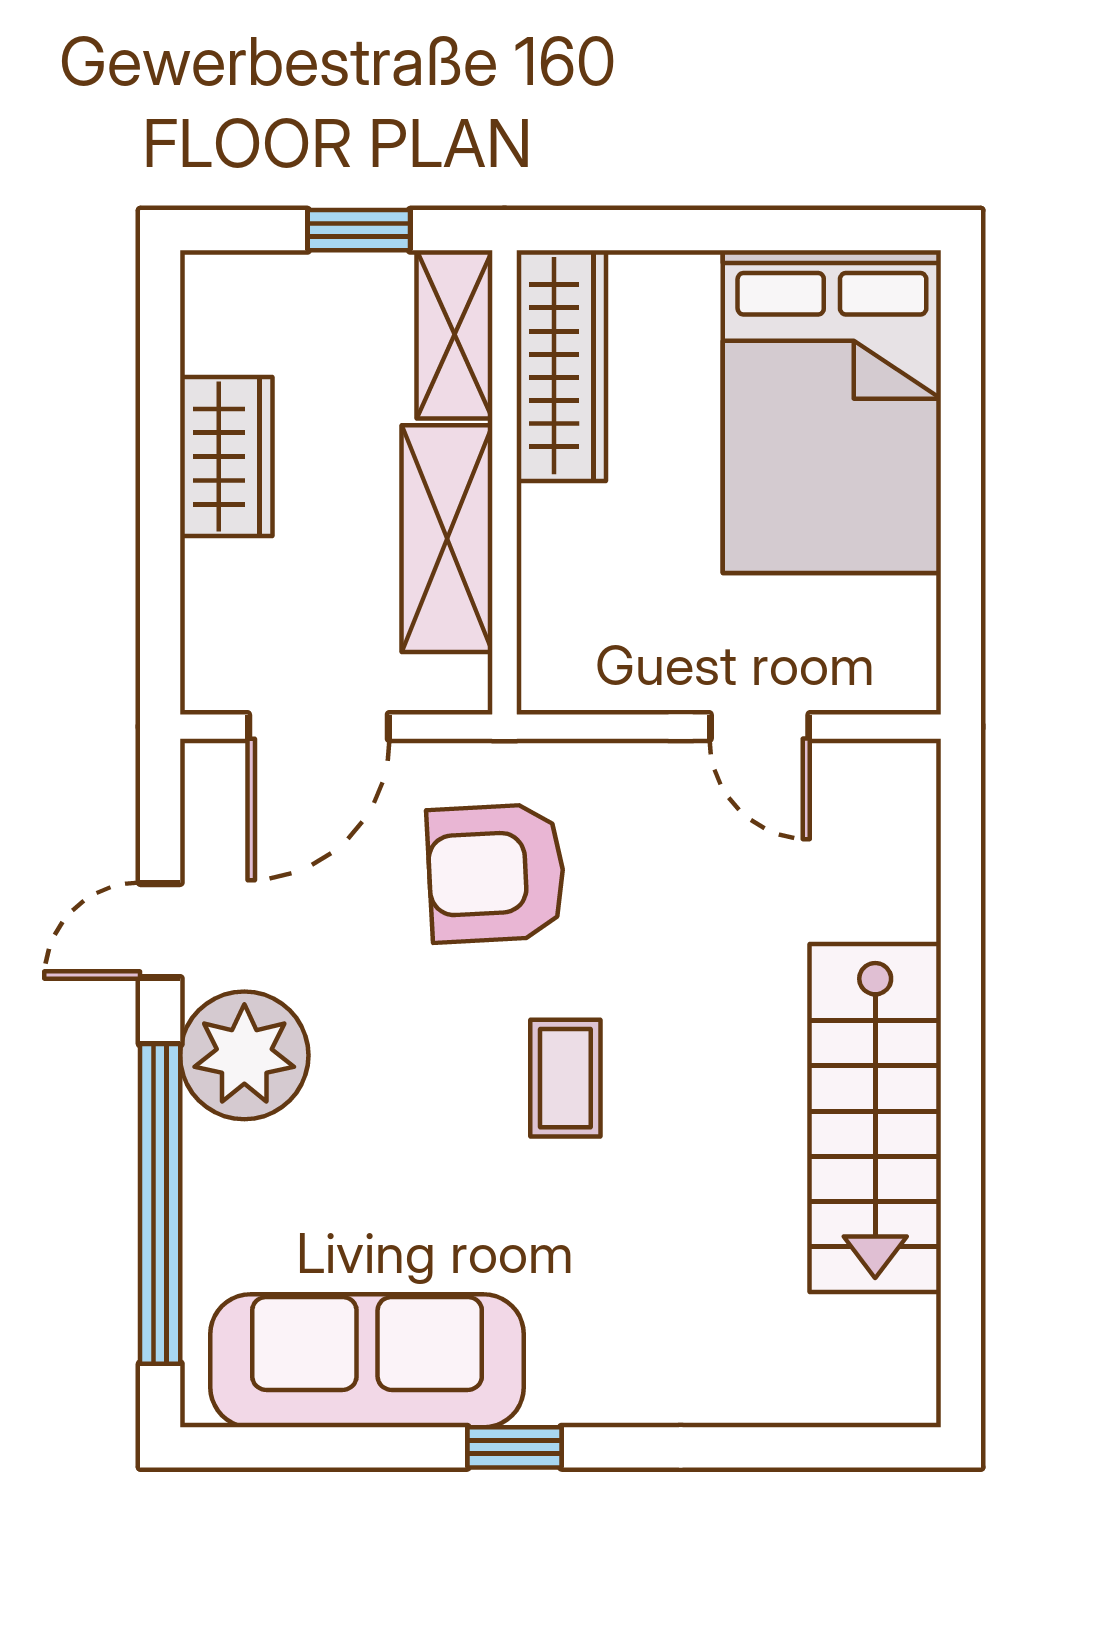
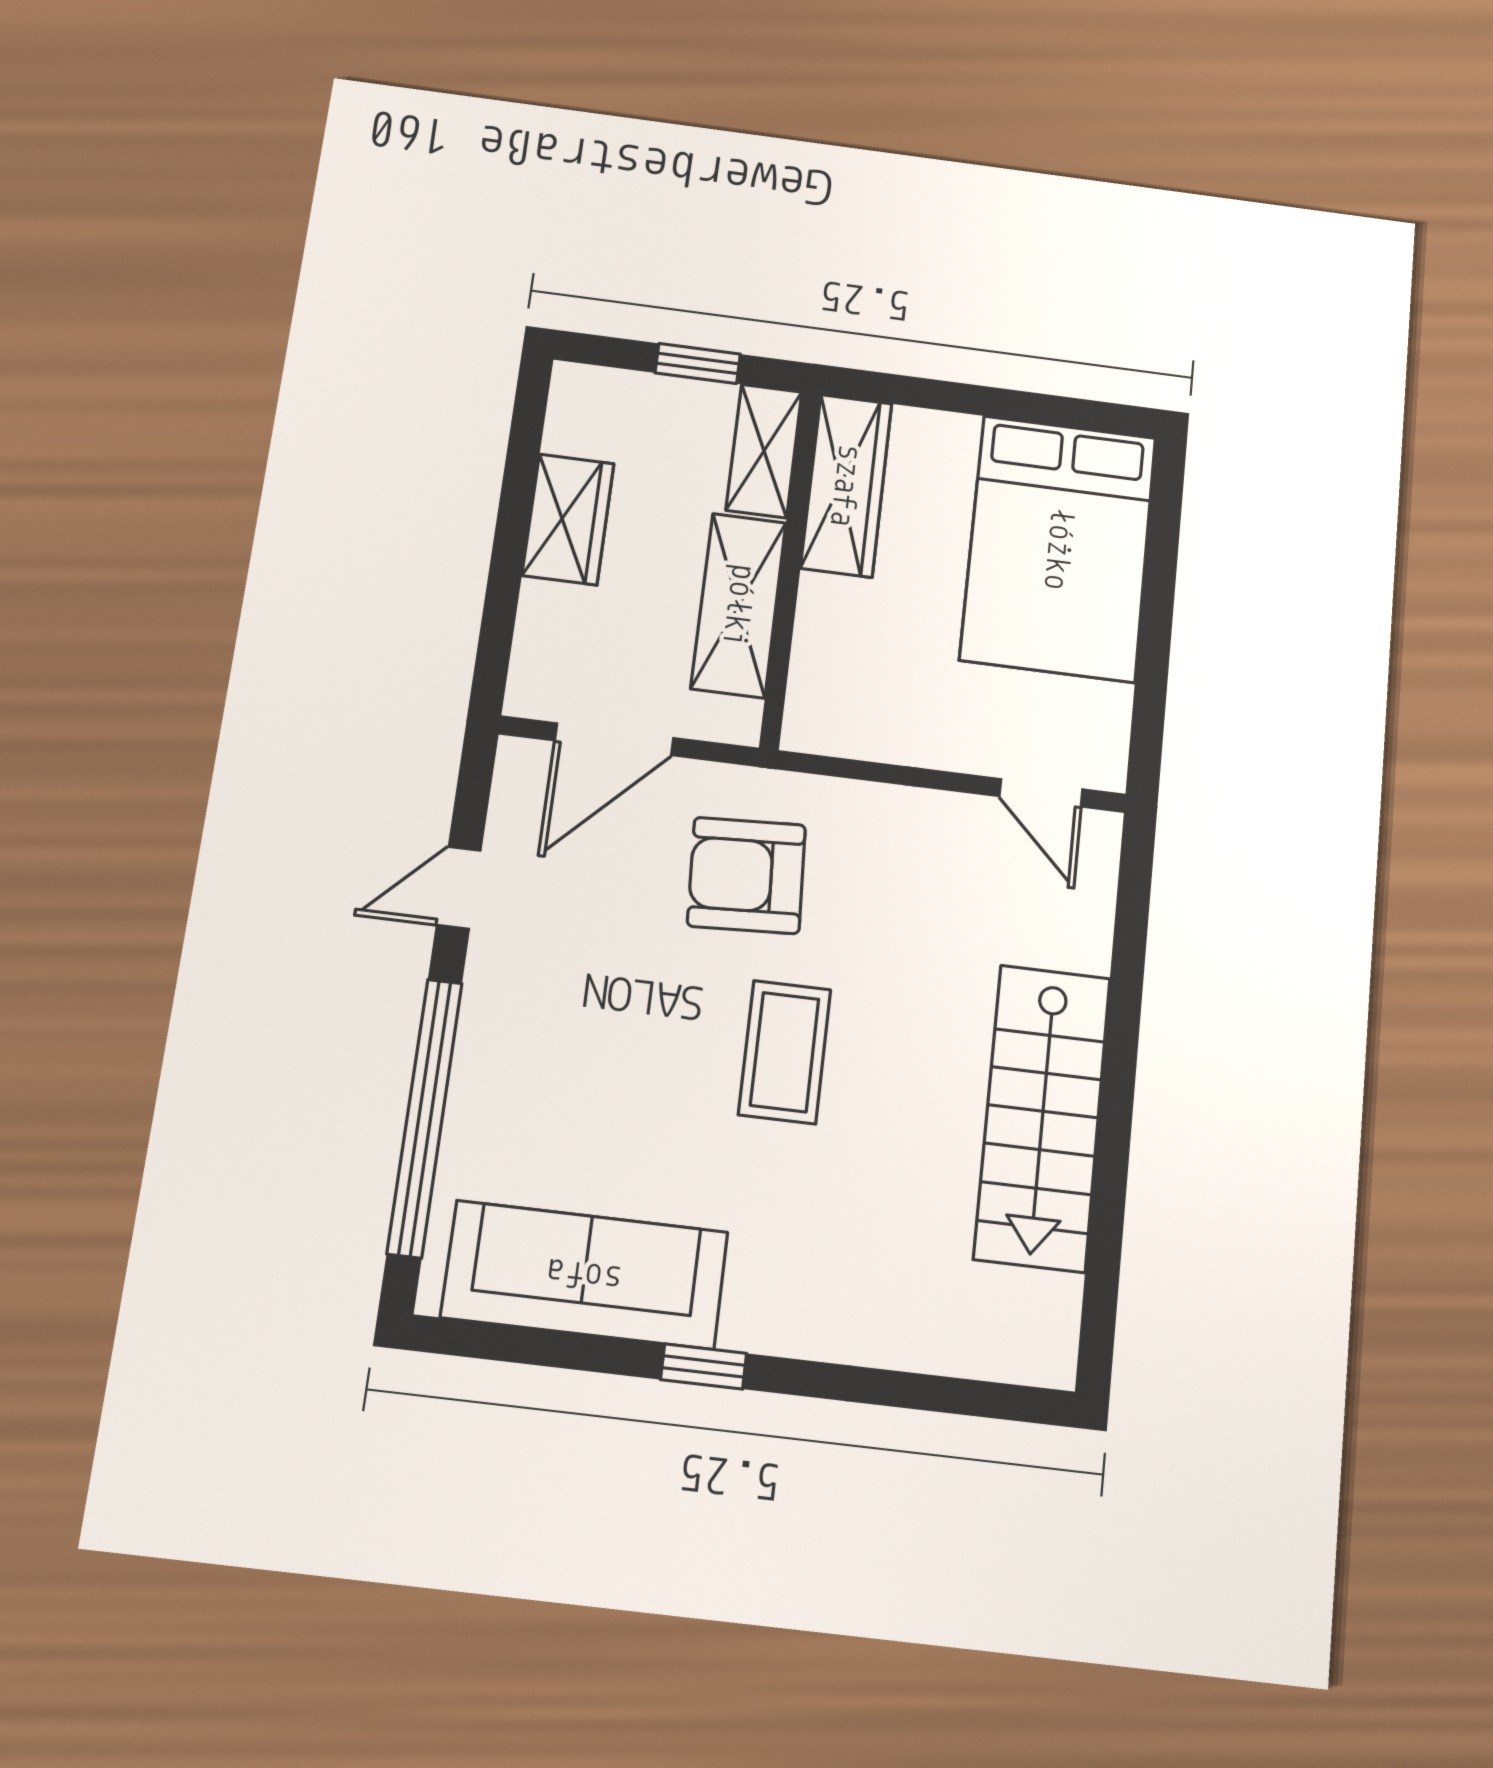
door: (760, 727) -> (1041, 793), moved
plant: (244, 1055) -> (515, 1000), removed
coffee table: (565, 1078) -> (785, 1052), width x1.36, depth x1.30

